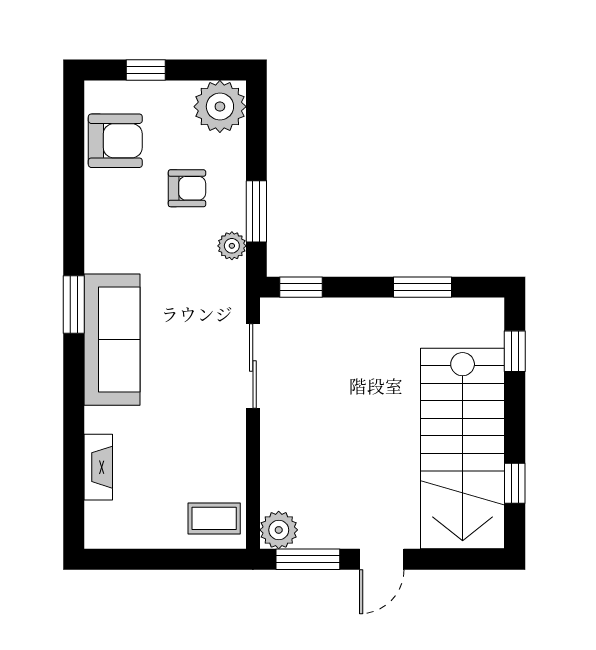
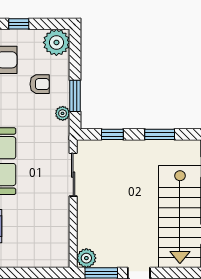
window: (301, 287) -> (112, 134), moved
coffee table: (214, 518) -> (53, 252), removed

